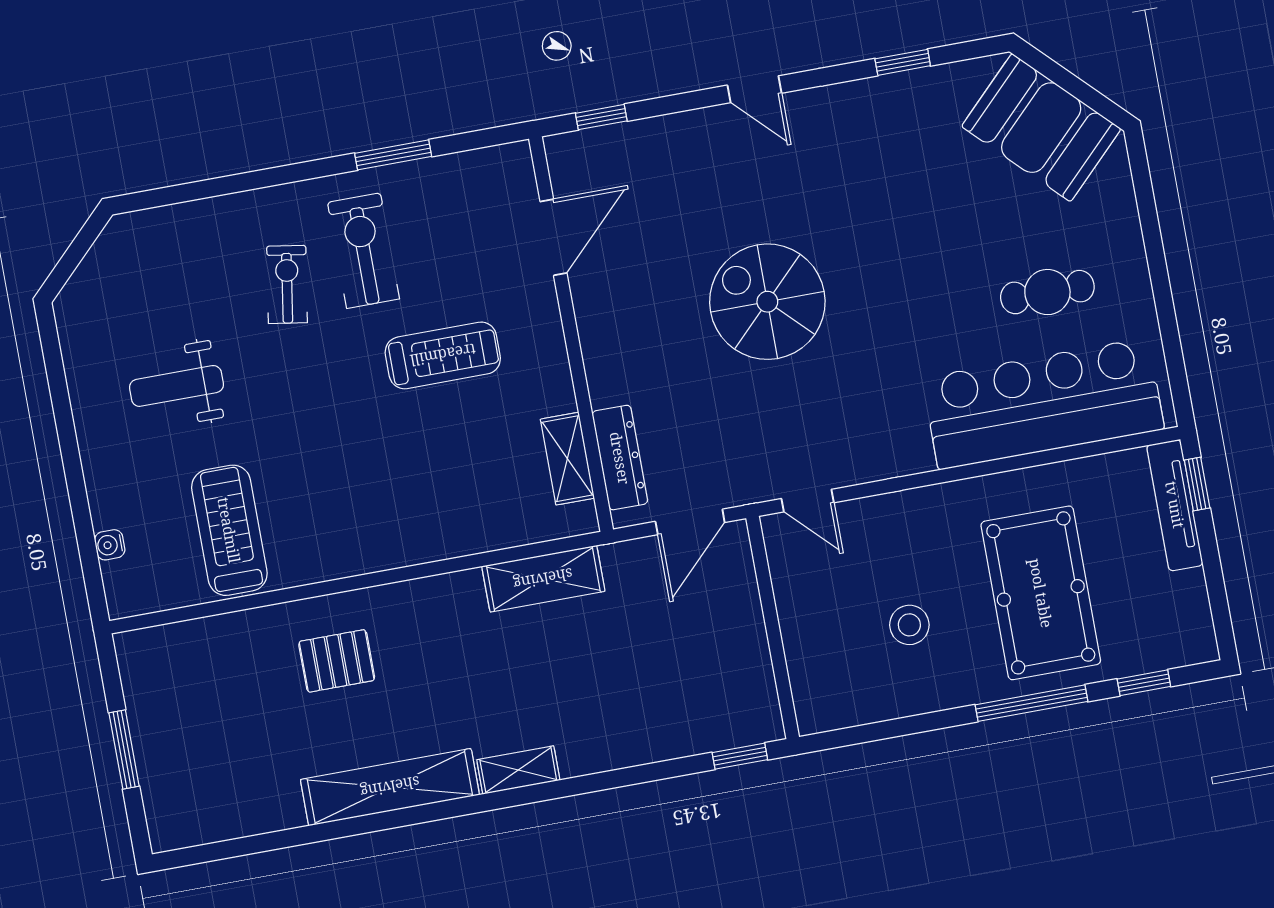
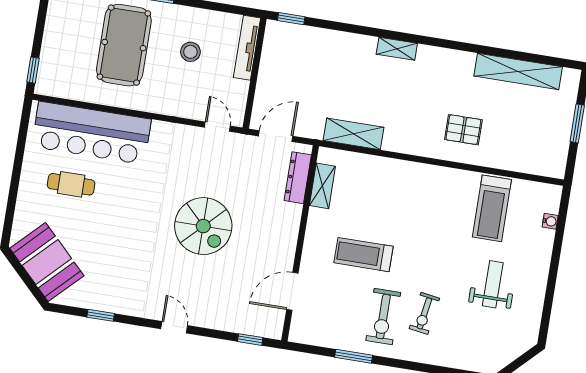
weight bench: (176, 386) -> (493, 284), turned -90
tv unit: (1175, 505) -> (247, 48), moved, turned 180
shelving: (390, 787) -> (518, 71), moved

